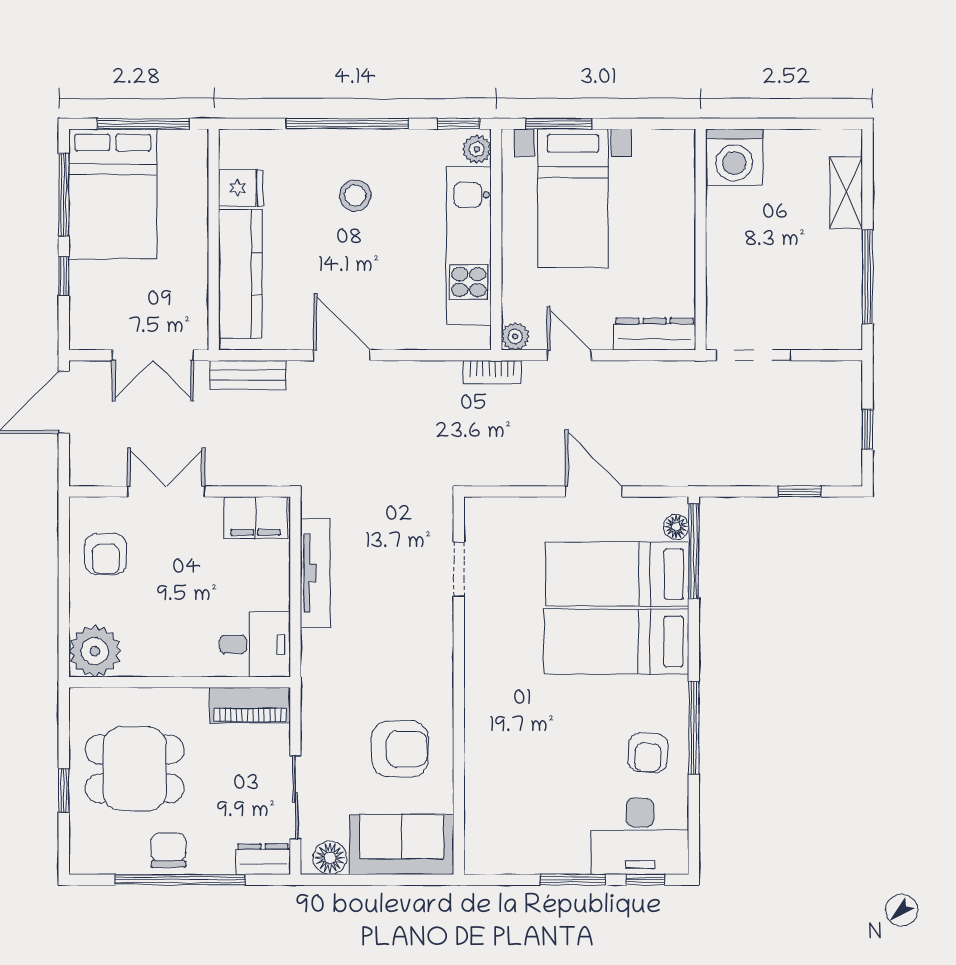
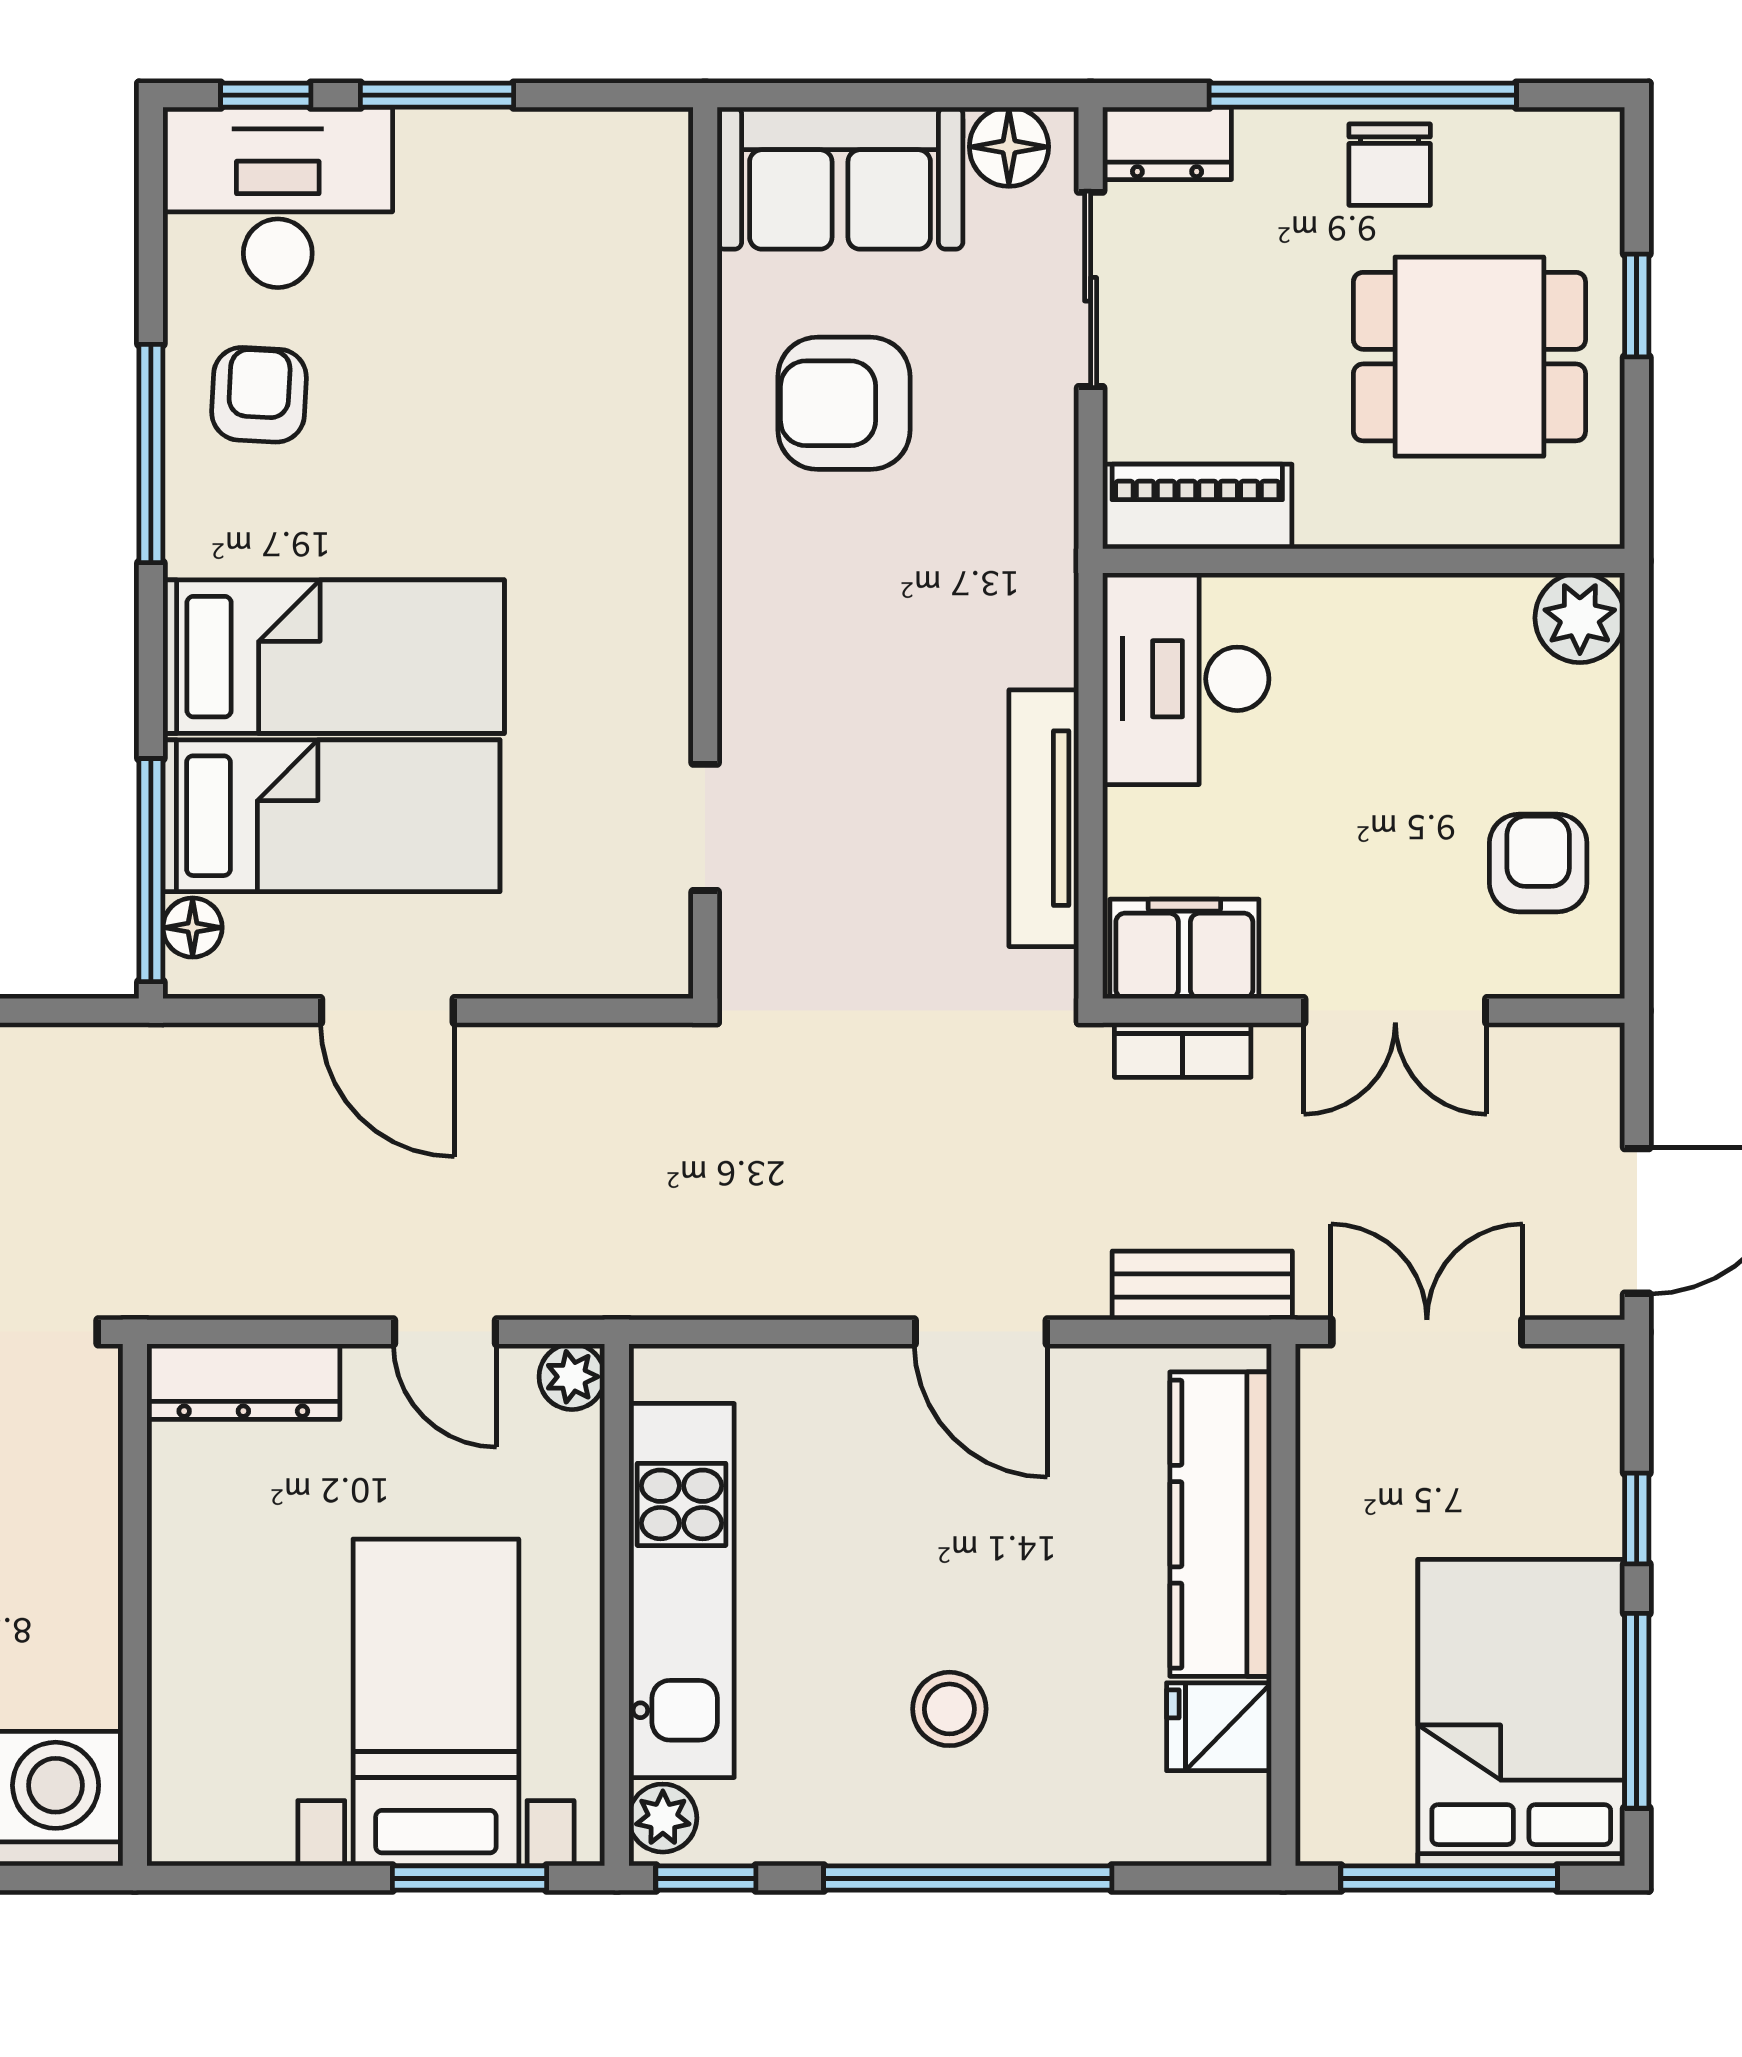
bookcase: (492, 372) -> (1183, 1050), moved, turned 180
desk: (255, 644) -> (1186, 679), width x1.37
plant: (95, 651) -> (1580, 618), width x0.73, depth x0.73

